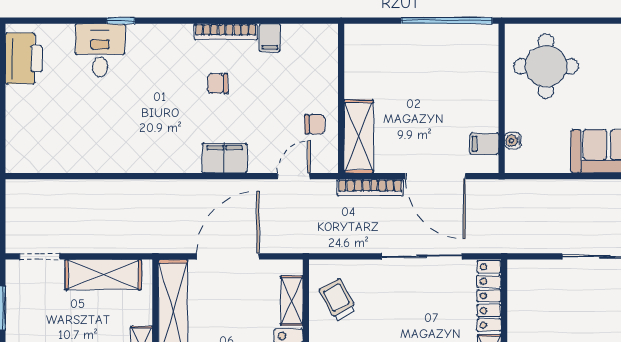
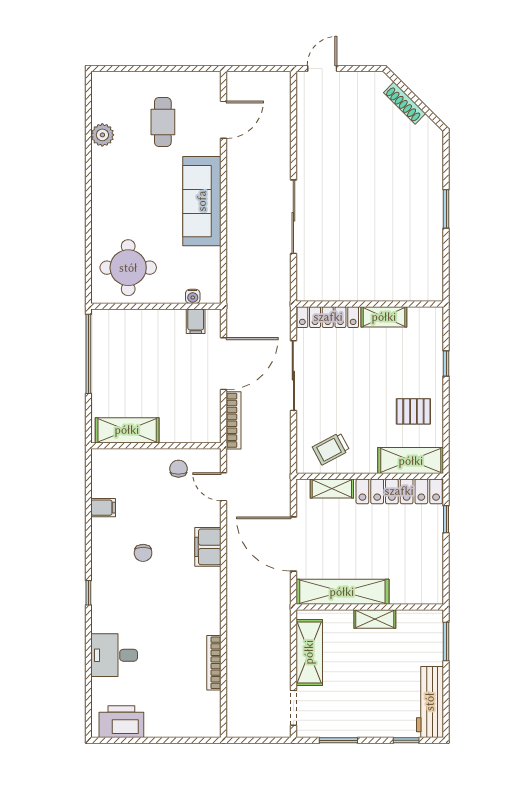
window: (121, 21) -> (88, 593), moved
bookcase: (226, 32) -> (214, 663), moved, turned 180
shelving: (359, 137) -> (127, 430), moved

